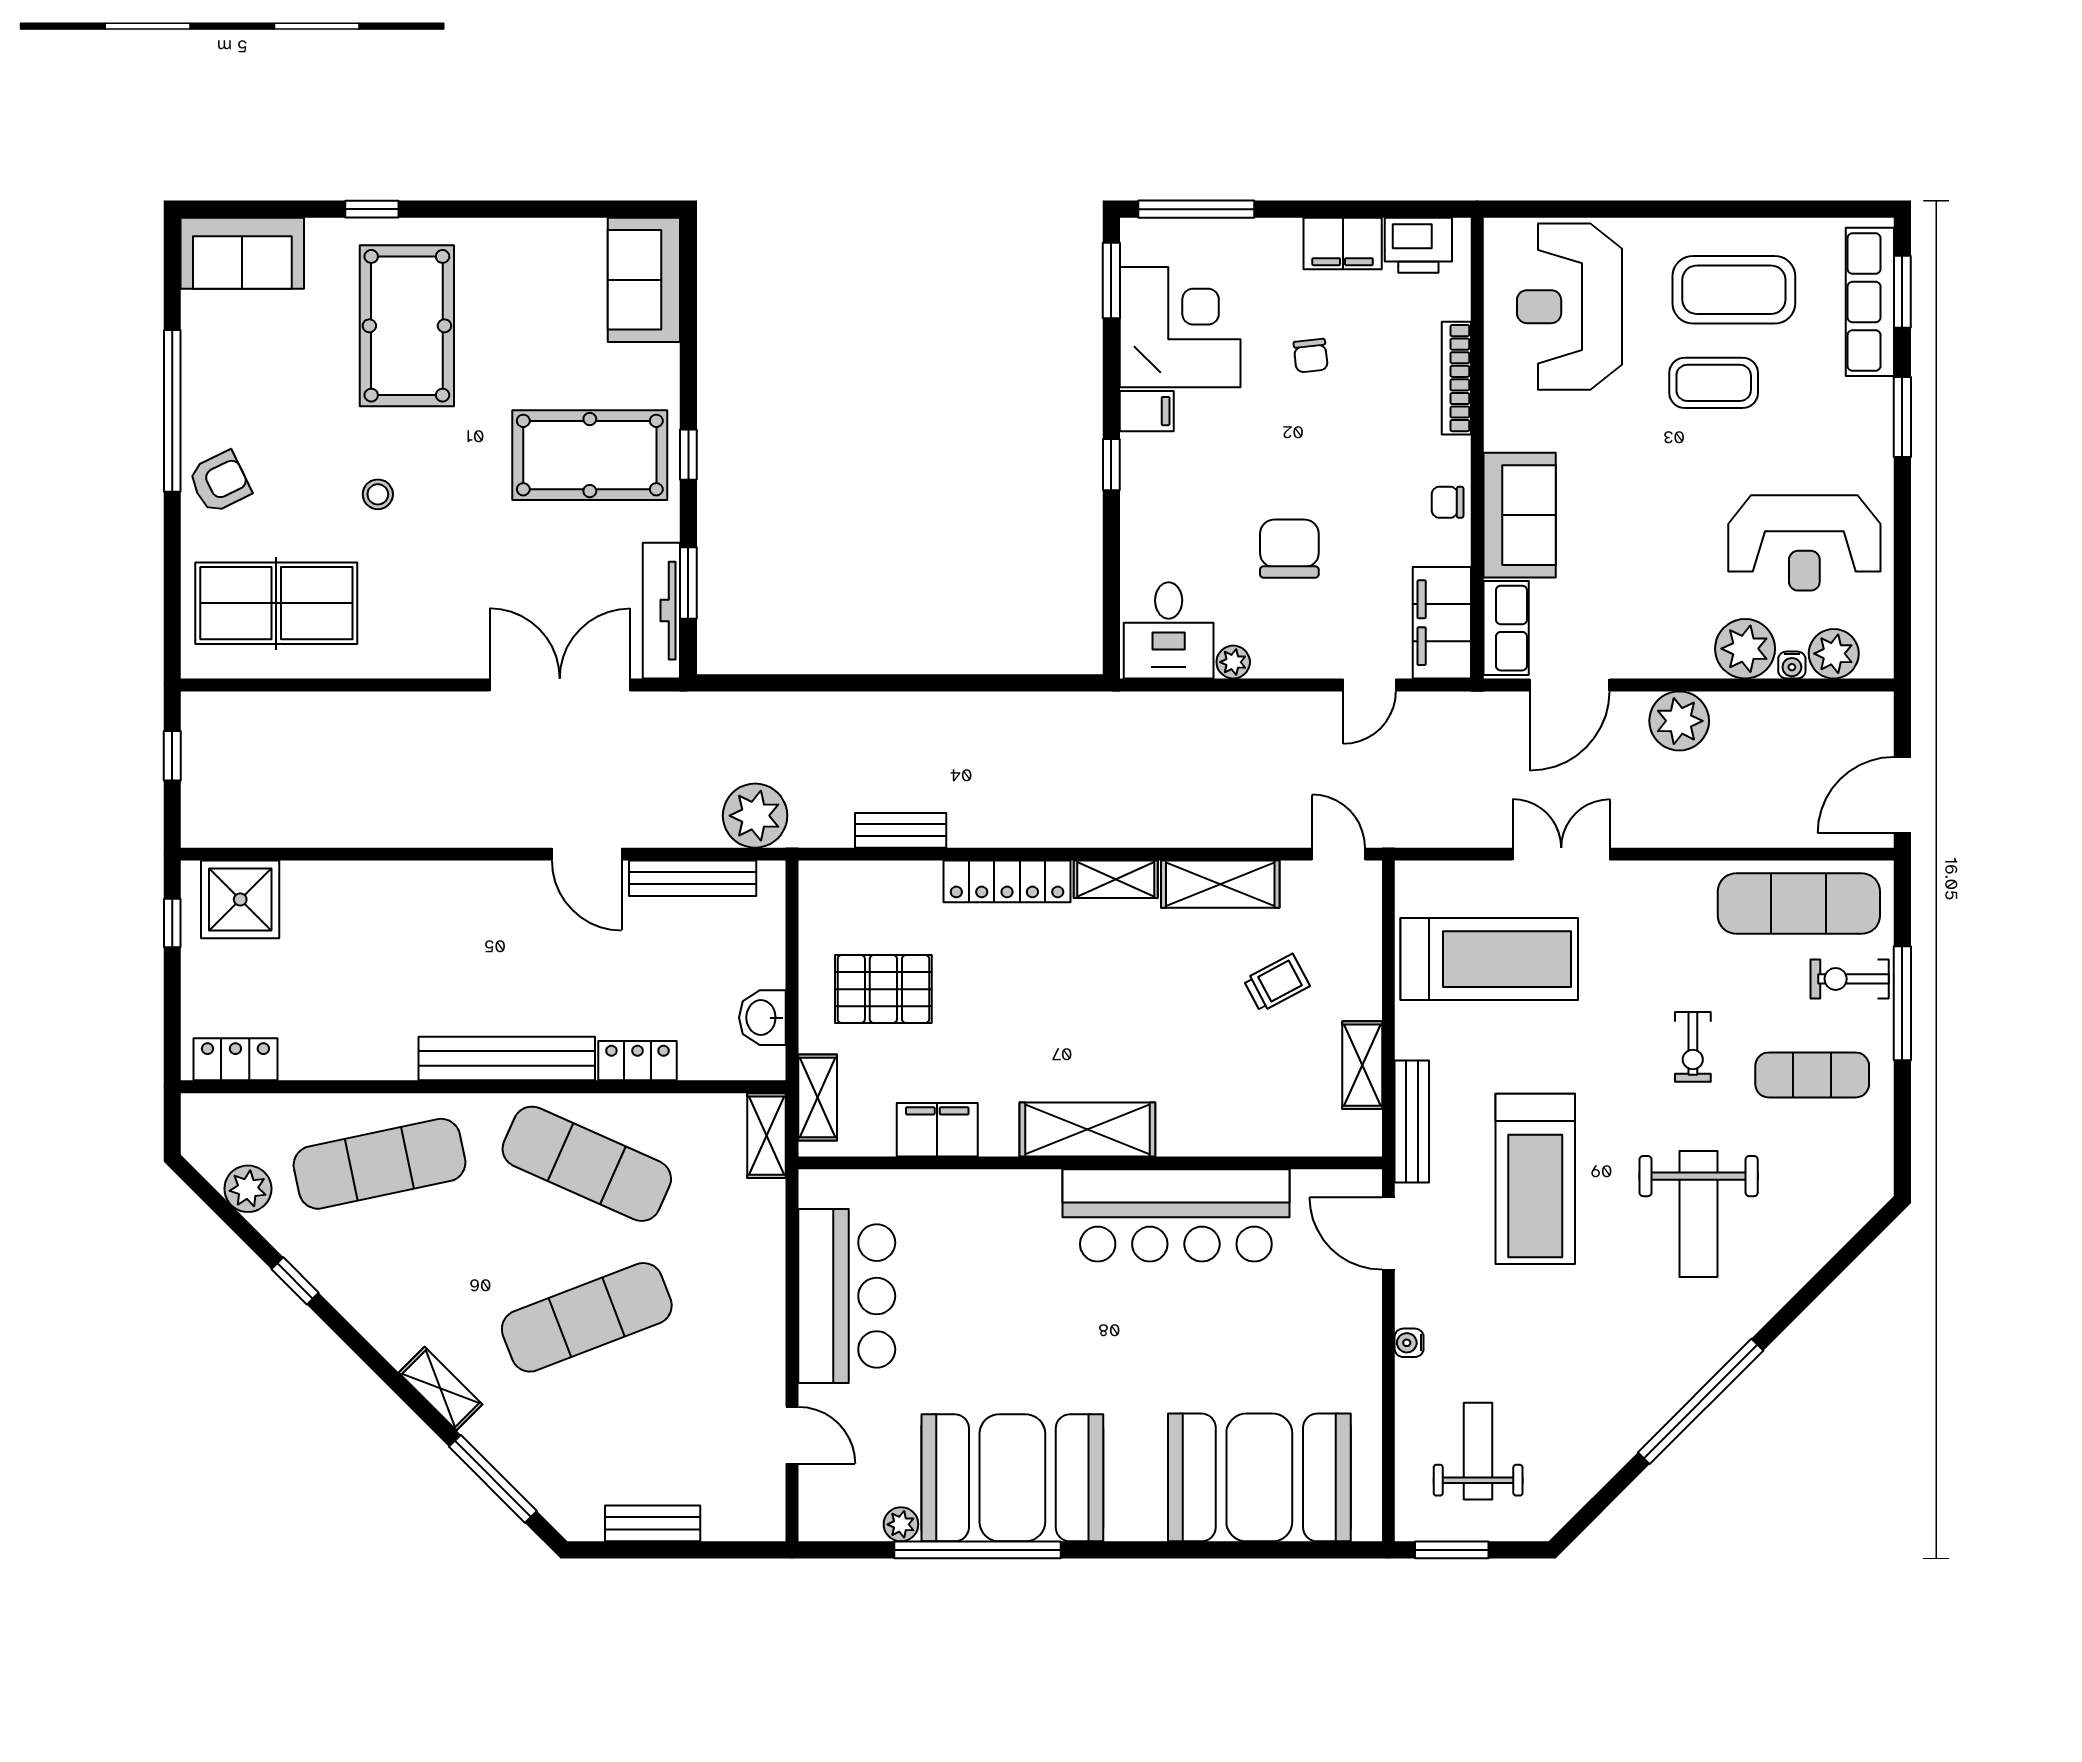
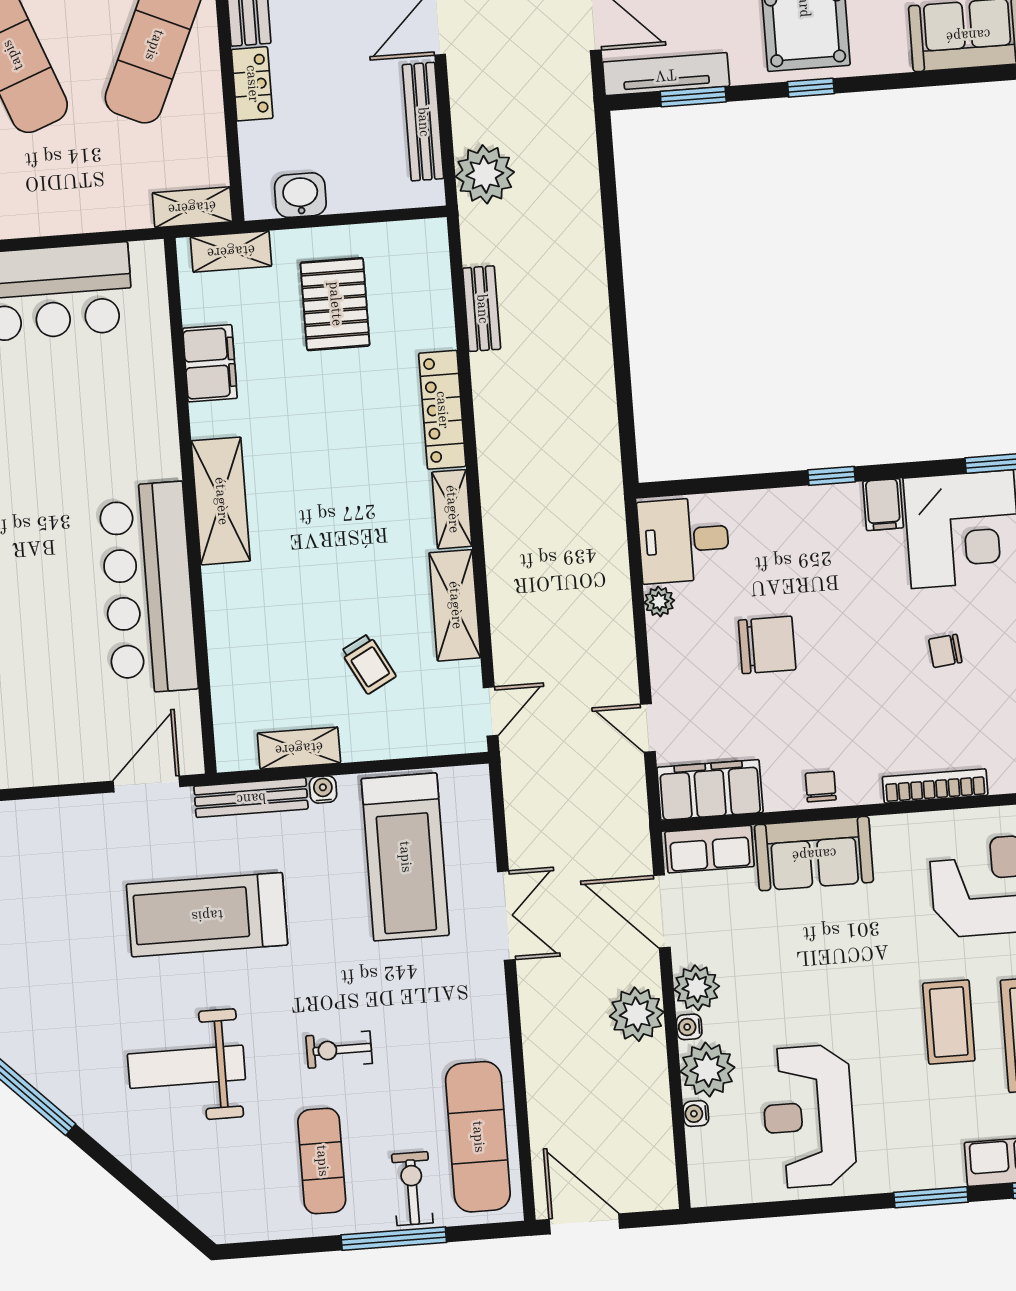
plant: (1834, 654) -> (697, 988), moved
water cooler: (1697, 665) -> (689, 1027), added
water cooler: (1409, 1343) -> (323, 789), moved

